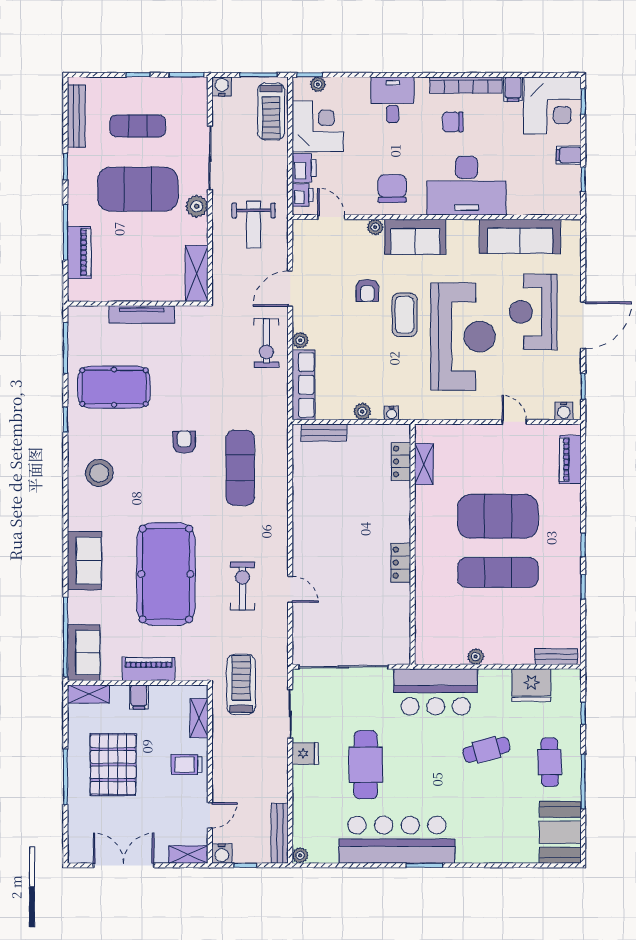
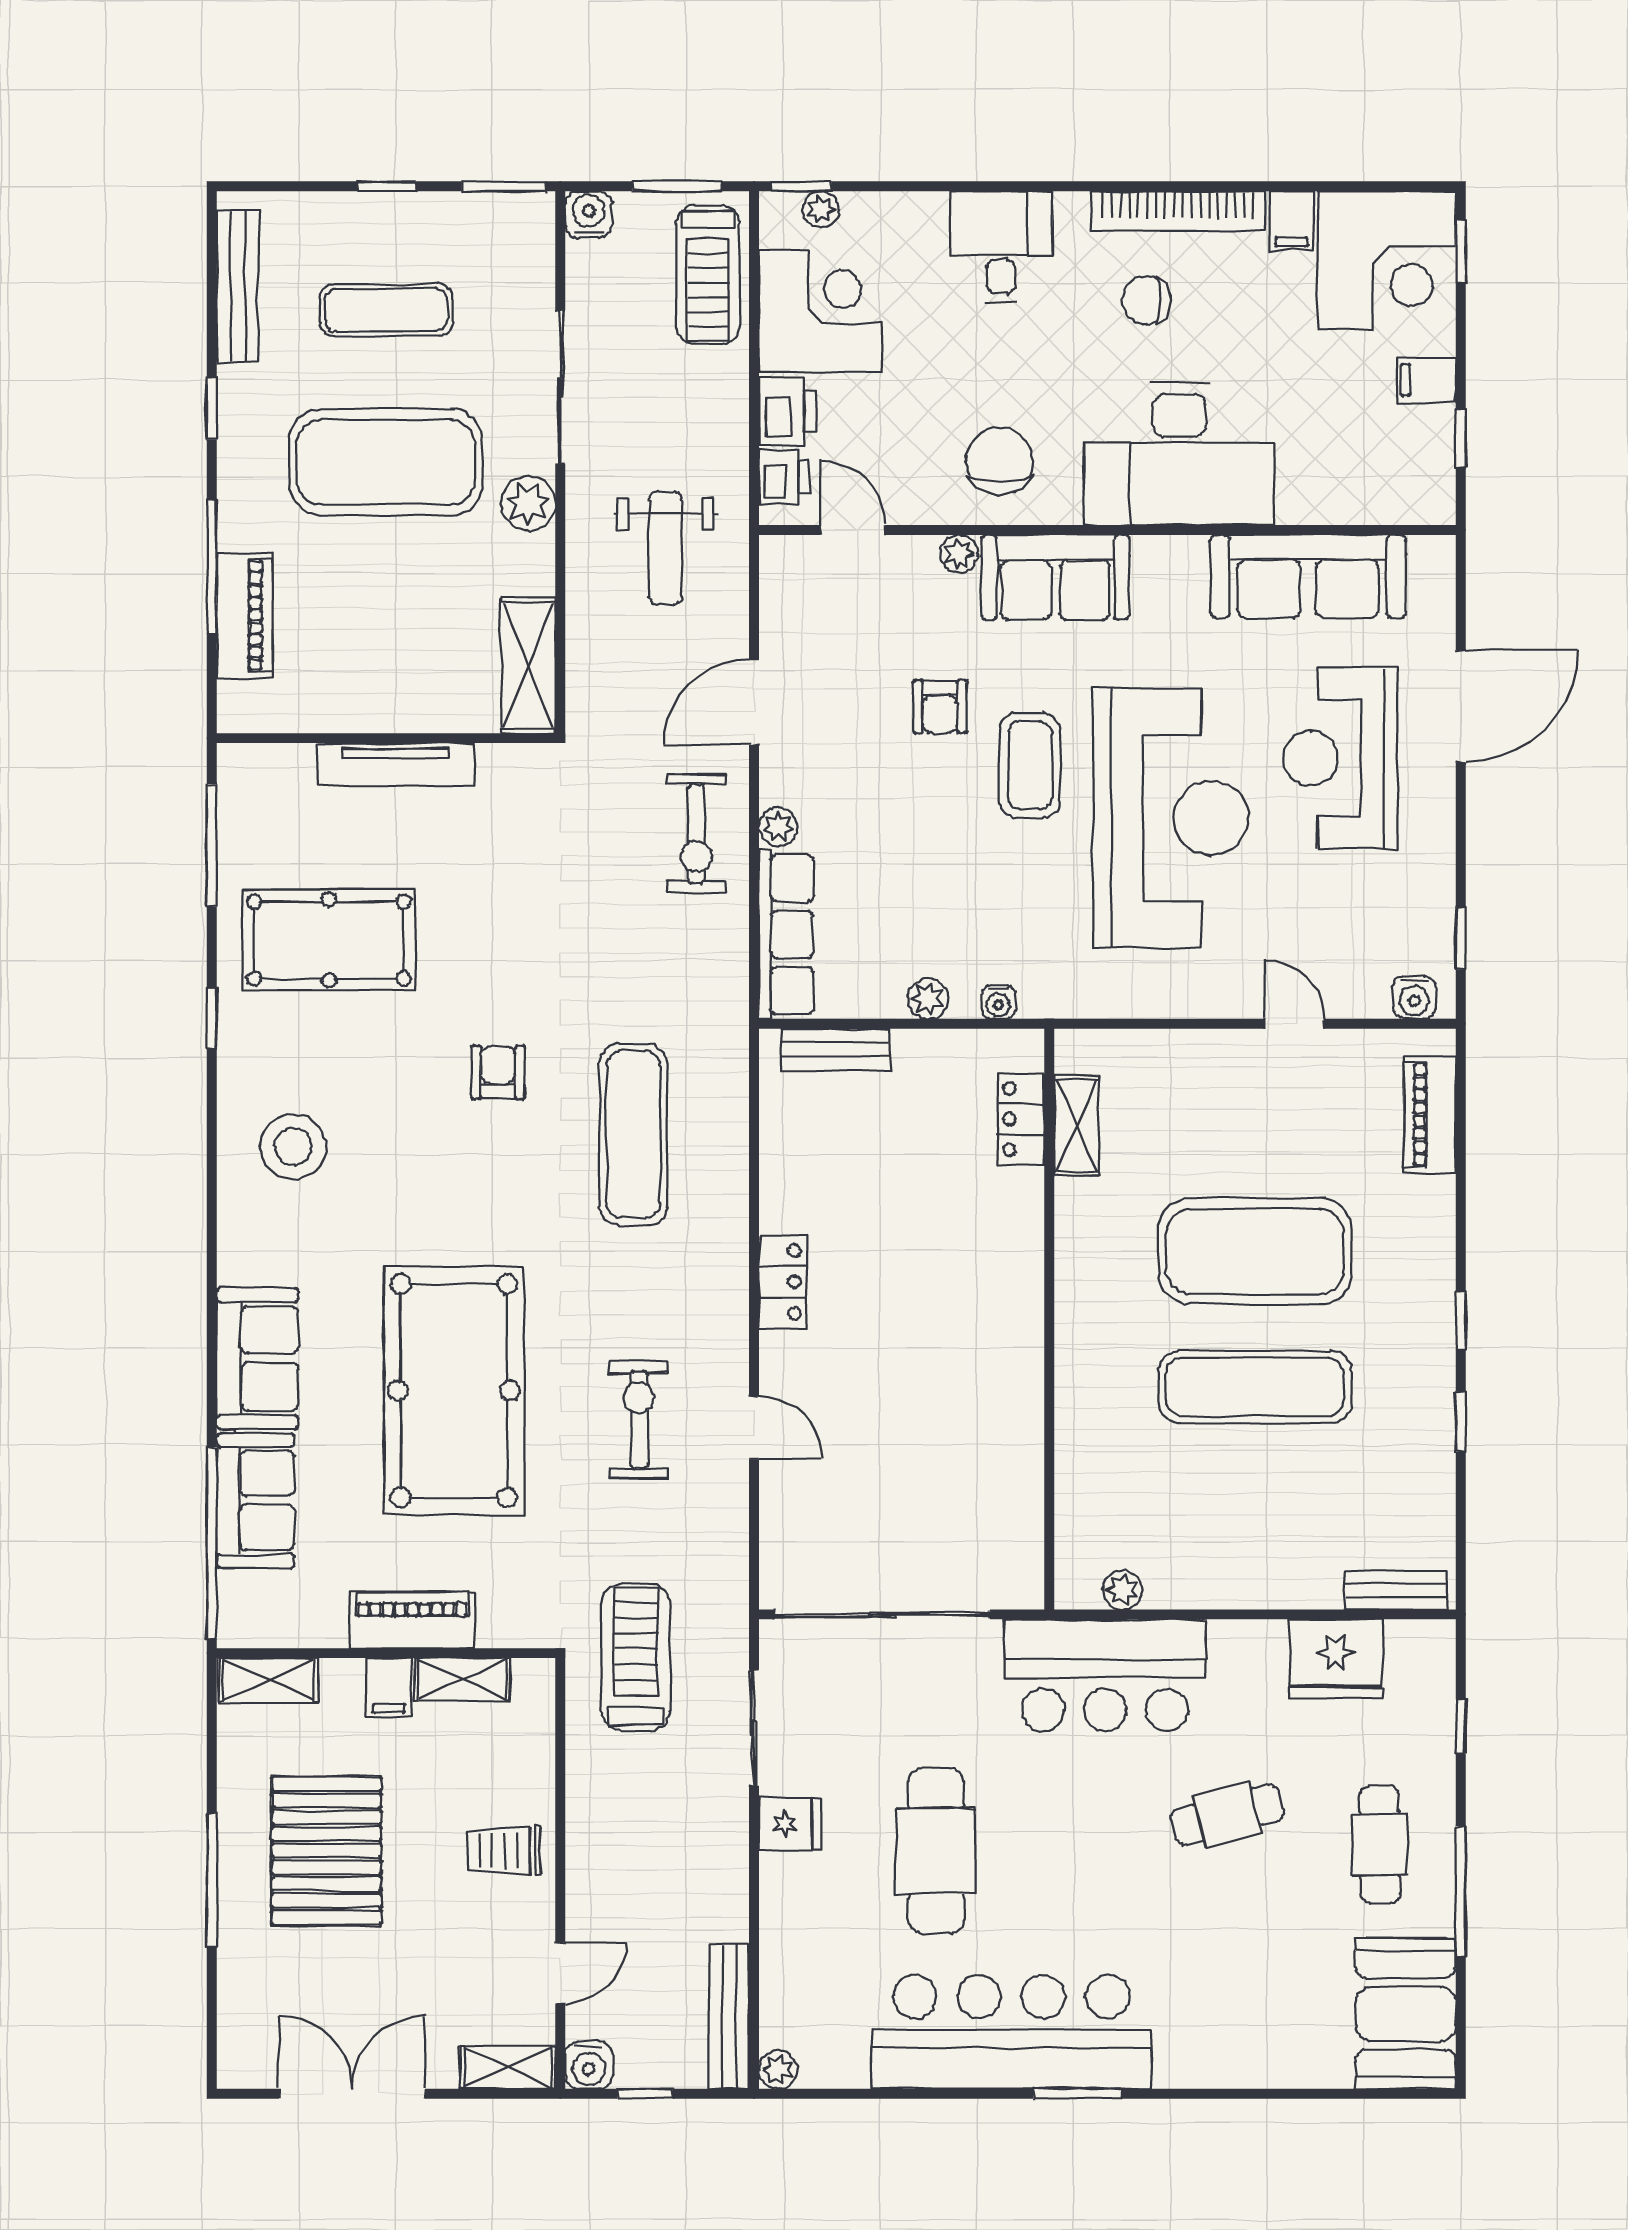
door: (583, 325) -> (1461, 706), moved
locker: (401, 563) -> (783, 1282), moved, turned 180
sofa: (84, 652) -> (256, 1500), moved
plant: (476, 657) -> (1122, 1590), moved
shelving: (199, 718) -> (462, 1679), moved, turned 90

